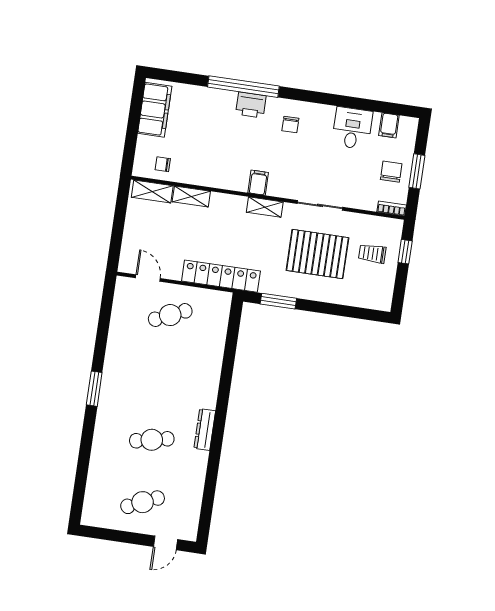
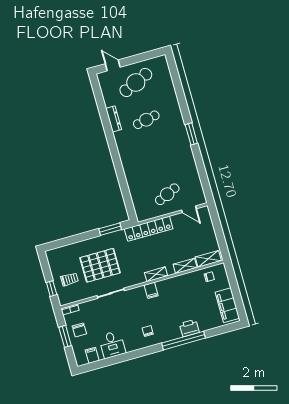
printer: (251, 105) -> (189, 328), moved
shelving: (265, 207) -> (156, 274), moved
dresser: (205, 430) -> (114, 119), moved
cafe table: (143, 502) -> (136, 83), width x1.37, depth x1.35
door: (166, 543) -> (113, 65), hinge flipped

